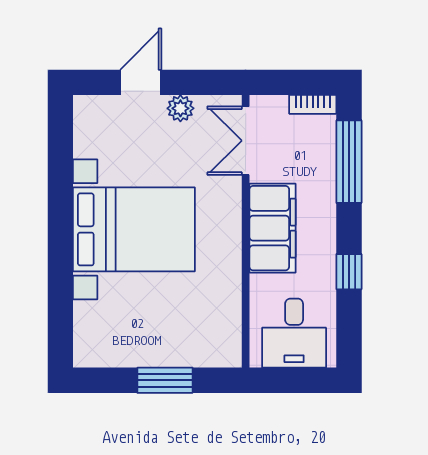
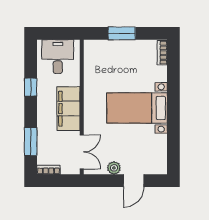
window: (349, 162) -> (31, 141), width x0.69
bed with nightstands: (134, 229) -> (137, 108), width x0.73
bookcase: (83, 341) -> (162, 53), added

